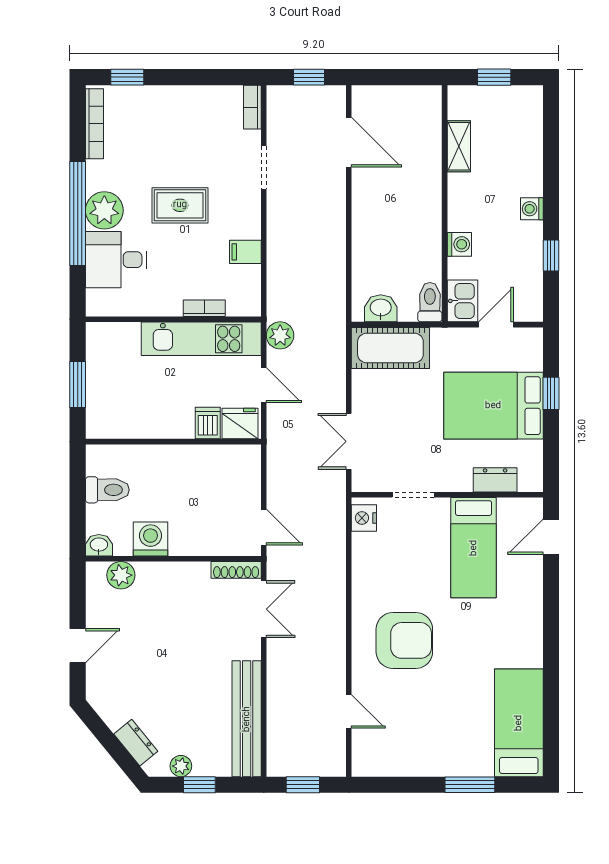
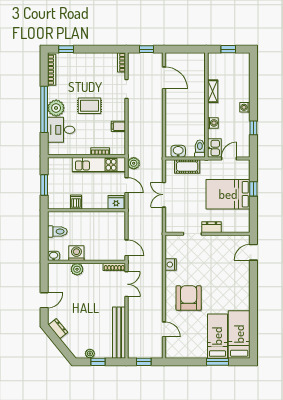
shelving: (459, 146) -> (213, 91), moved
cot: (390, 348) -> (187, 166), width x0.73, depth x0.75
dishwasher: (208, 423) -> (76, 202), moved
double door: (349, 441) -> (164, 195), moved
dresser: (495, 480) -> (212, 227), moved
nightstand: (364, 518) -> (171, 265), moved
bed: (474, 548) -> (217, 336), moved, turned 180
plant: (121, 575) -> (77, 269), moved
armchair: (404, 640) -> (189, 298), turned -90
dresser: (136, 743) -> (58, 329), moved

